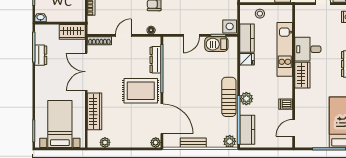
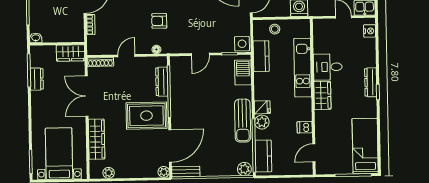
barbecue: (216, 44) -> (243, 72), moved, turned 90
fridge: (247, 59) -> (262, 107), moved
sun lounger: (229, 97) -> (243, 121), turned 180
door: (162, 119) -> (170, 146), hinge flipped
bench: (193, 143) -> (186, 172), moved

